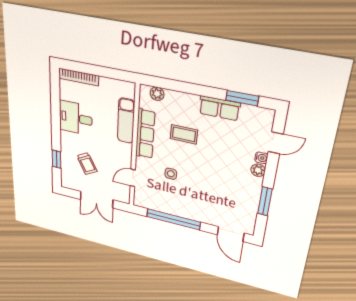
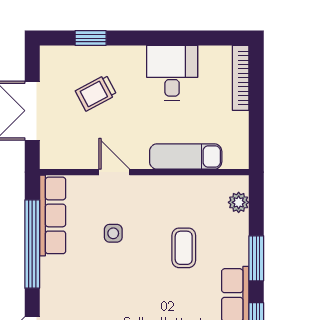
window: (196, 89) -> (256, 258), added
row of seats: (145, 134) -> (53, 215), moved, turned -90
door: (133, 178) -> (114, 172), moved

